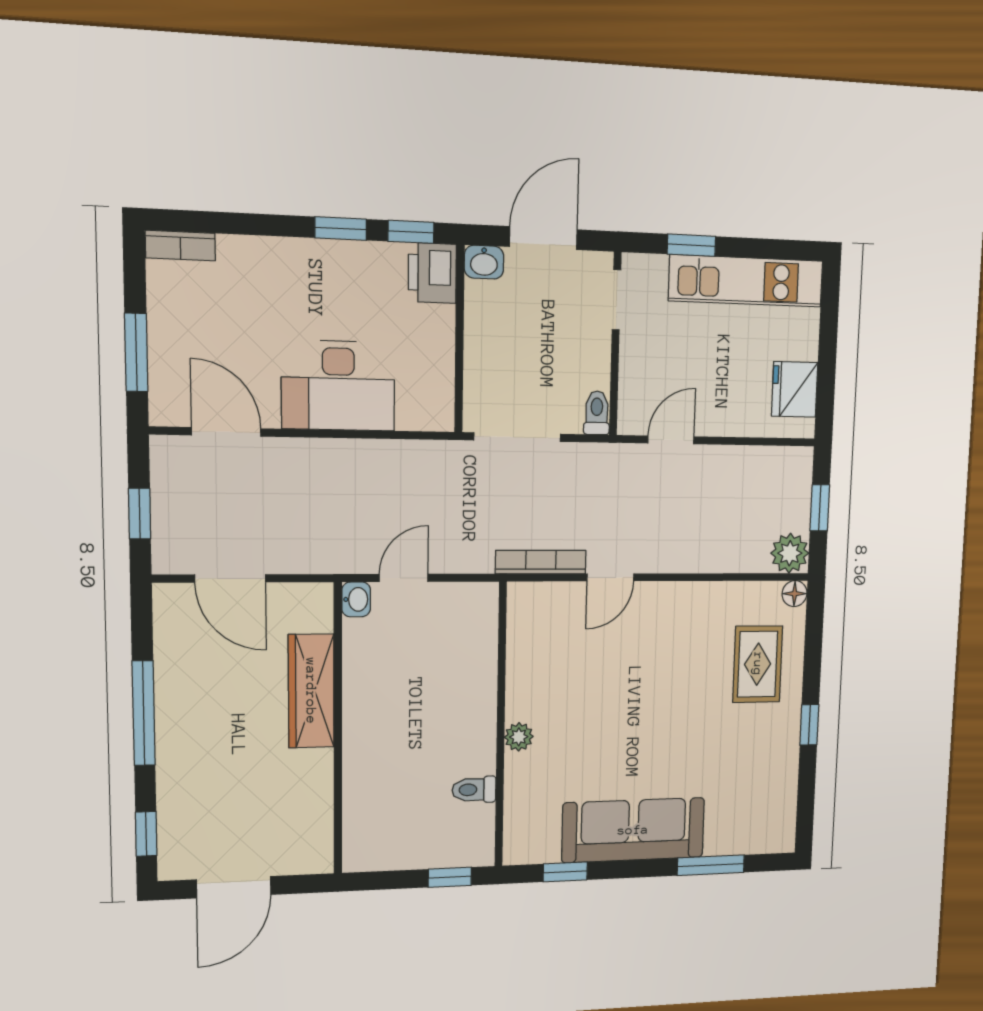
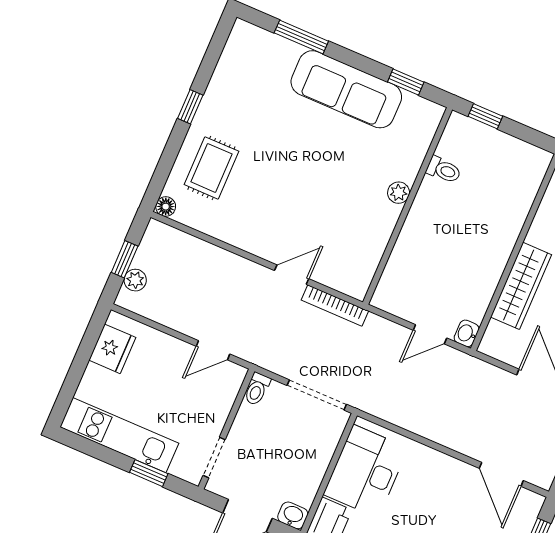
desk: (338, 386) -> (366, 471), moved, turned -90
plant: (790, 553) -> (135, 280), moved, width x0.73, depth x0.73

